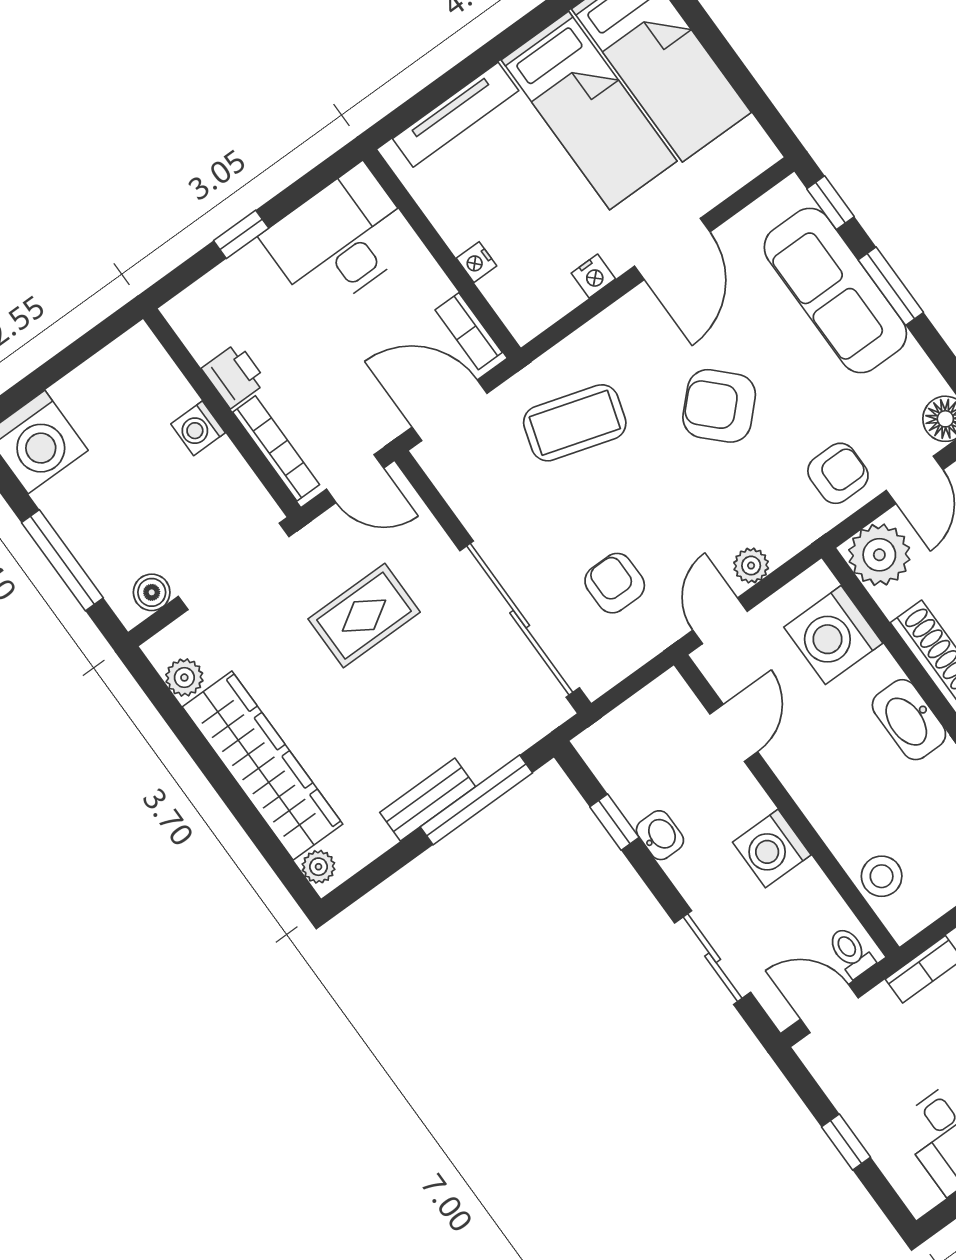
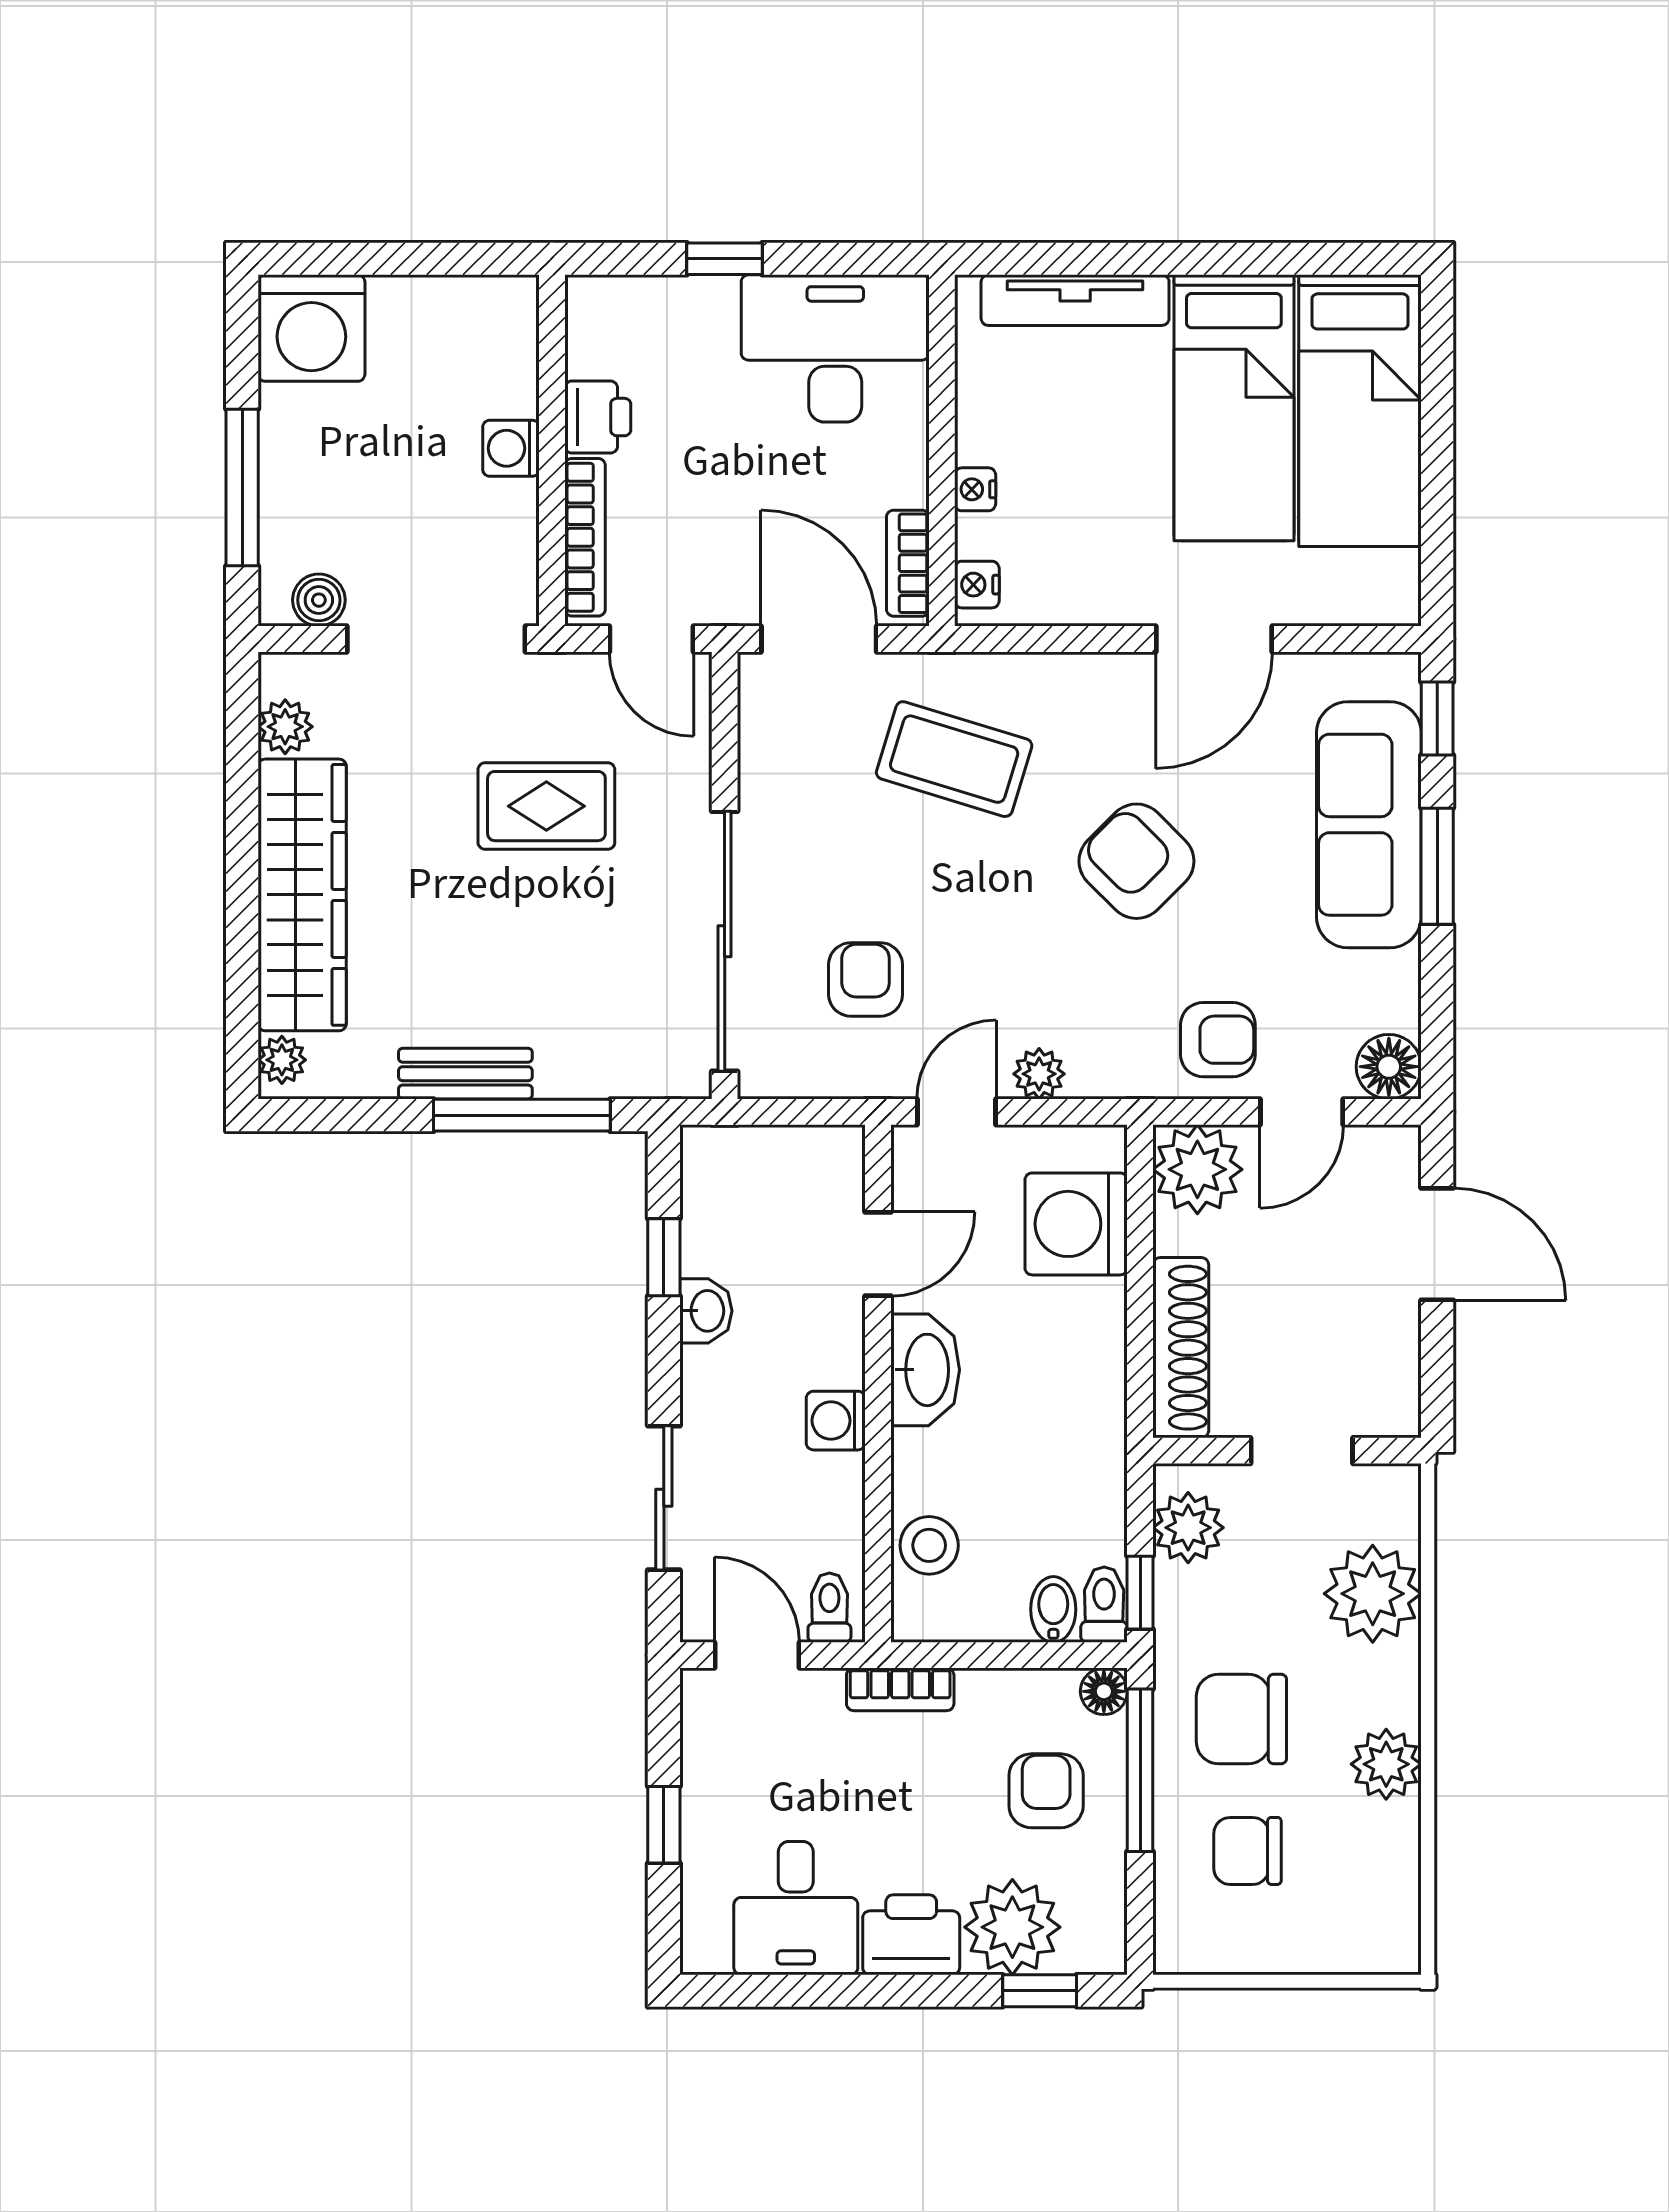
nightstand: (593, 276) -> (977, 585), moved, turned 90
washbasin: (909, 720) -> (925, 1370), moved, turned 180
washing machine: (772, 849) -> (836, 1421), width x0.73, depth x0.73

